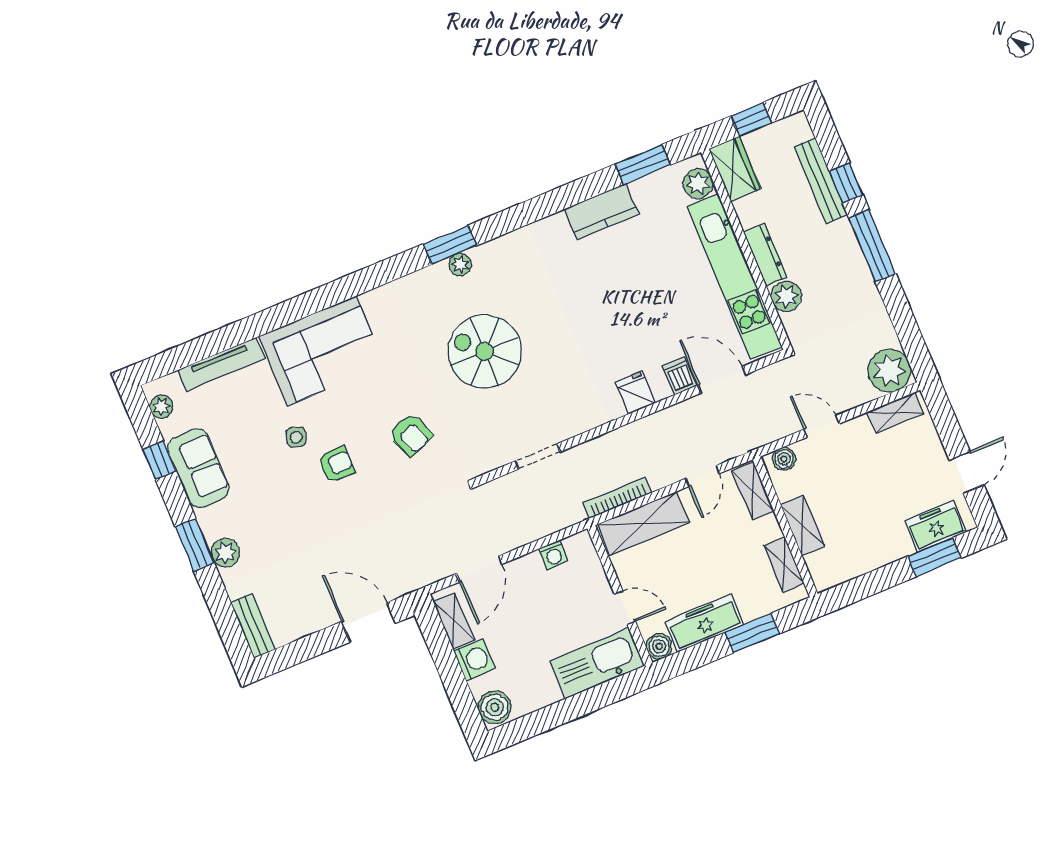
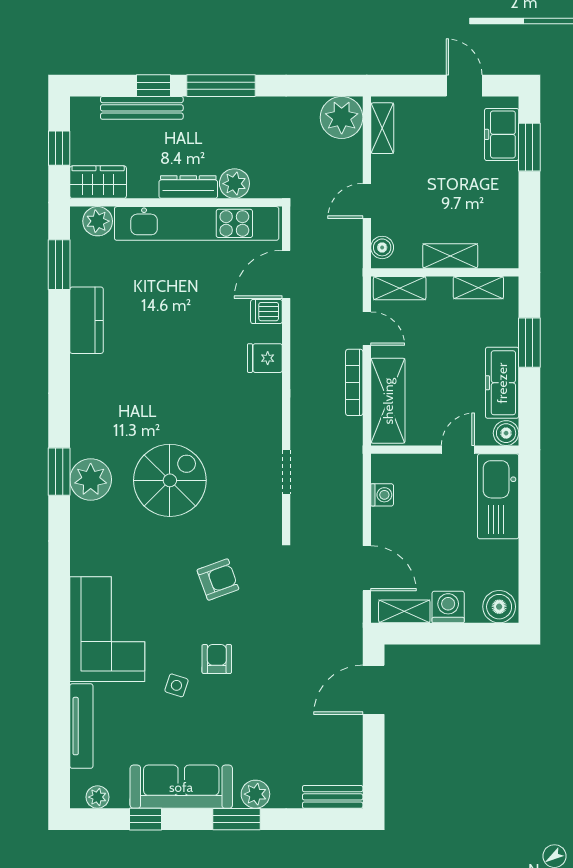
plant: (460, 264) -> (91, 480), width x1.88, depth x1.88
spiral stairs: (485, 351) -> (170, 480), turned 180
sofa: (198, 468) -> (181, 787), width x1.36
bookcase: (617, 498) -> (354, 382), moved

